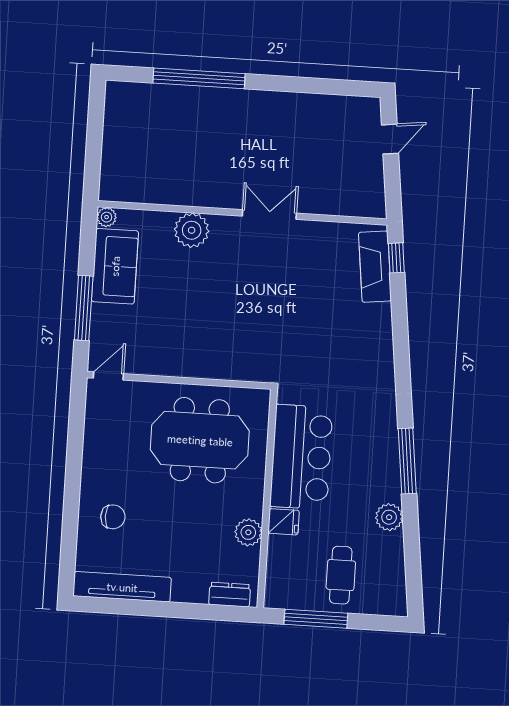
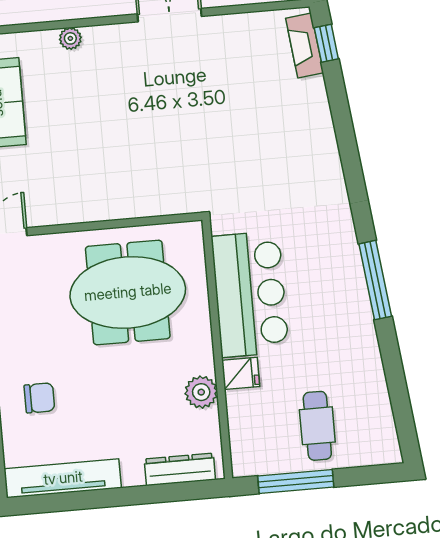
plant: (192, 230) -> (70, 38), width x0.53, depth x0.53
fireplace: (375, 267) -> (305, 46), width x0.73, depth x0.76
plant: (389, 517) -> (364, 349), removed
dresser: (230, 595) -> (180, 469), width x1.44

